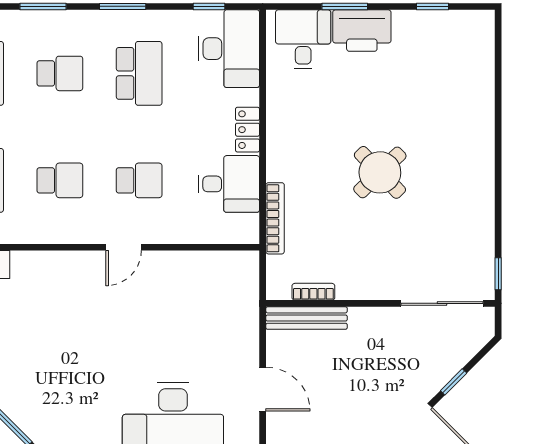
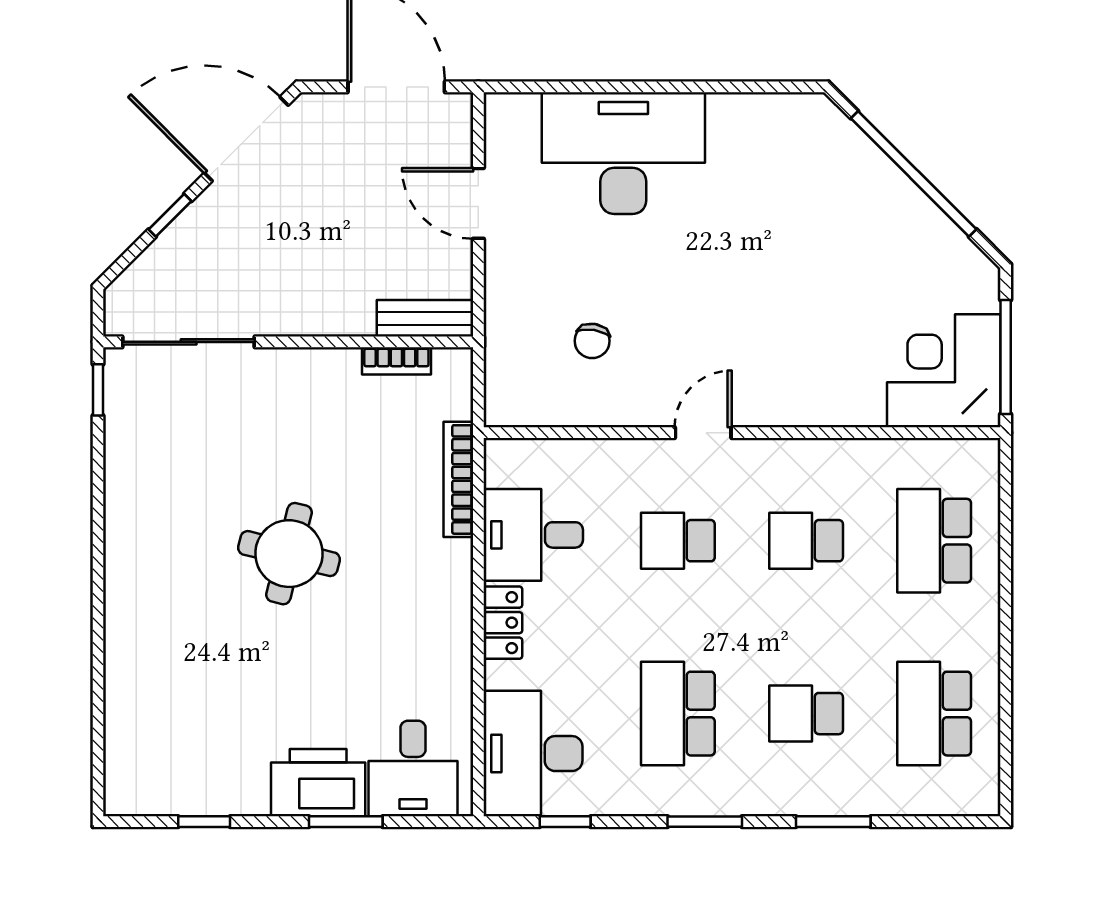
round table: (380, 172) -> (289, 554), turned -32
chair: (192, 304) -> (592, 341), added
bench: (307, 318) -> (425, 318), width x0.73

